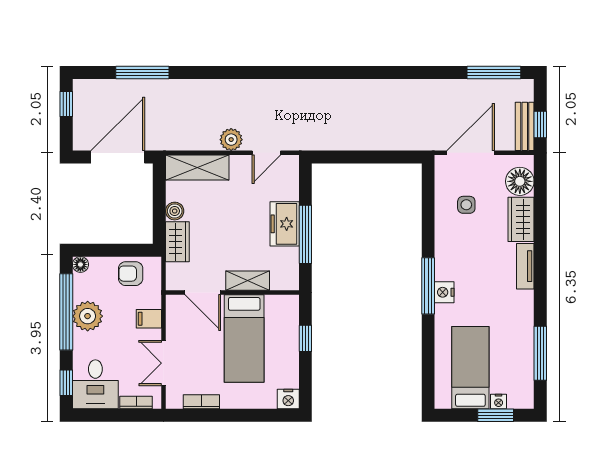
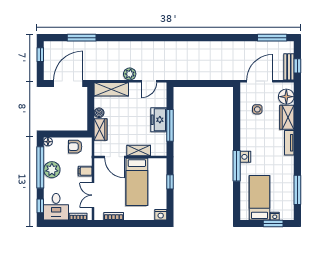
window: (428, 286) -> (237, 166), moved

